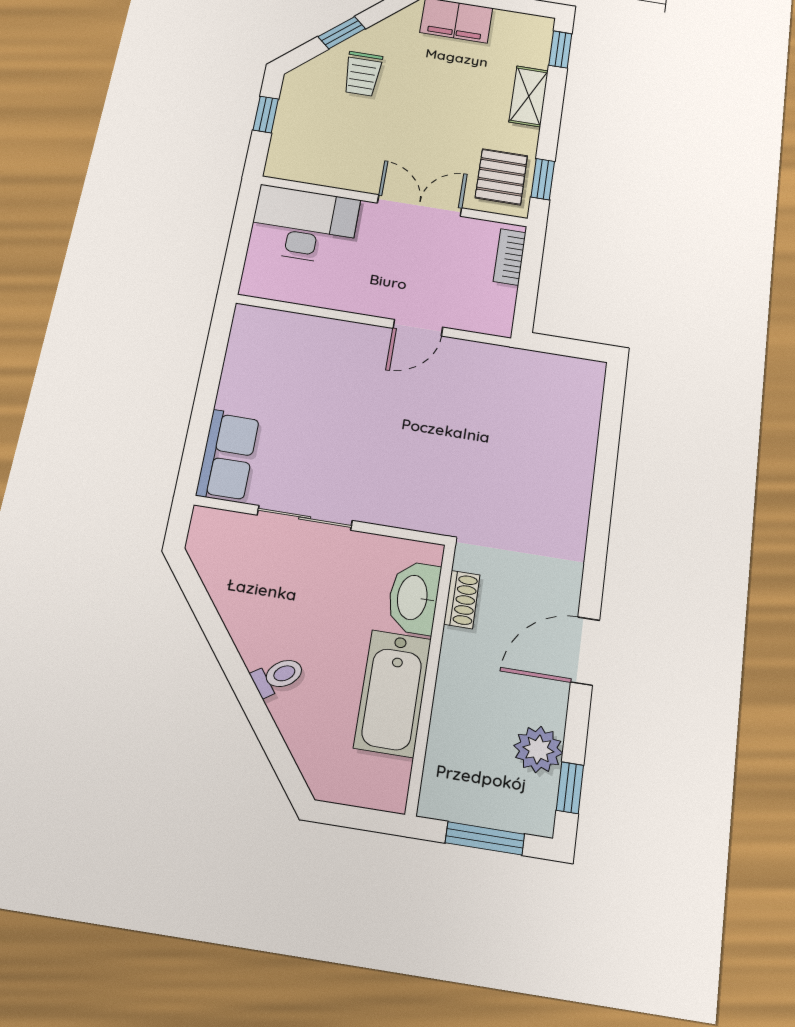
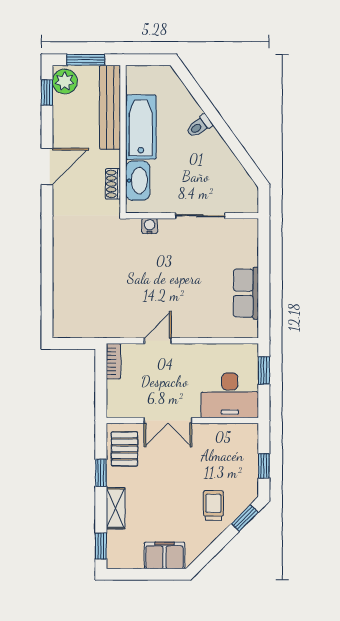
window: (342, 33) -> (245, 518), moved
window: (543, 179) -> (101, 473), moved
window: (236, 252) -> (264, 370), added
bookcase: (510, 257) -> (113, 361), moved
row of seats: (228, 456) -> (246, 293), moved
water cooler: (403, 516) -> (150, 226), added
bench: (448, 740) -> (110, 107), added
plant: (538, 749) -> (65, 81), moved

